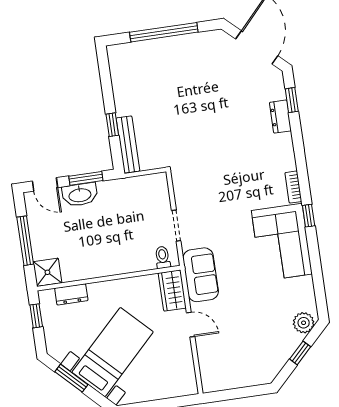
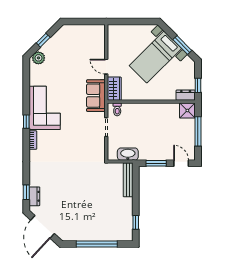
dresser: (280, 117) -> (34, 196), moved
window: (112, 125) -> (136, 222), moved
washbasin: (80, 195) -> (128, 154), moved
dresser: (71, 294) -> (186, 95), moved

